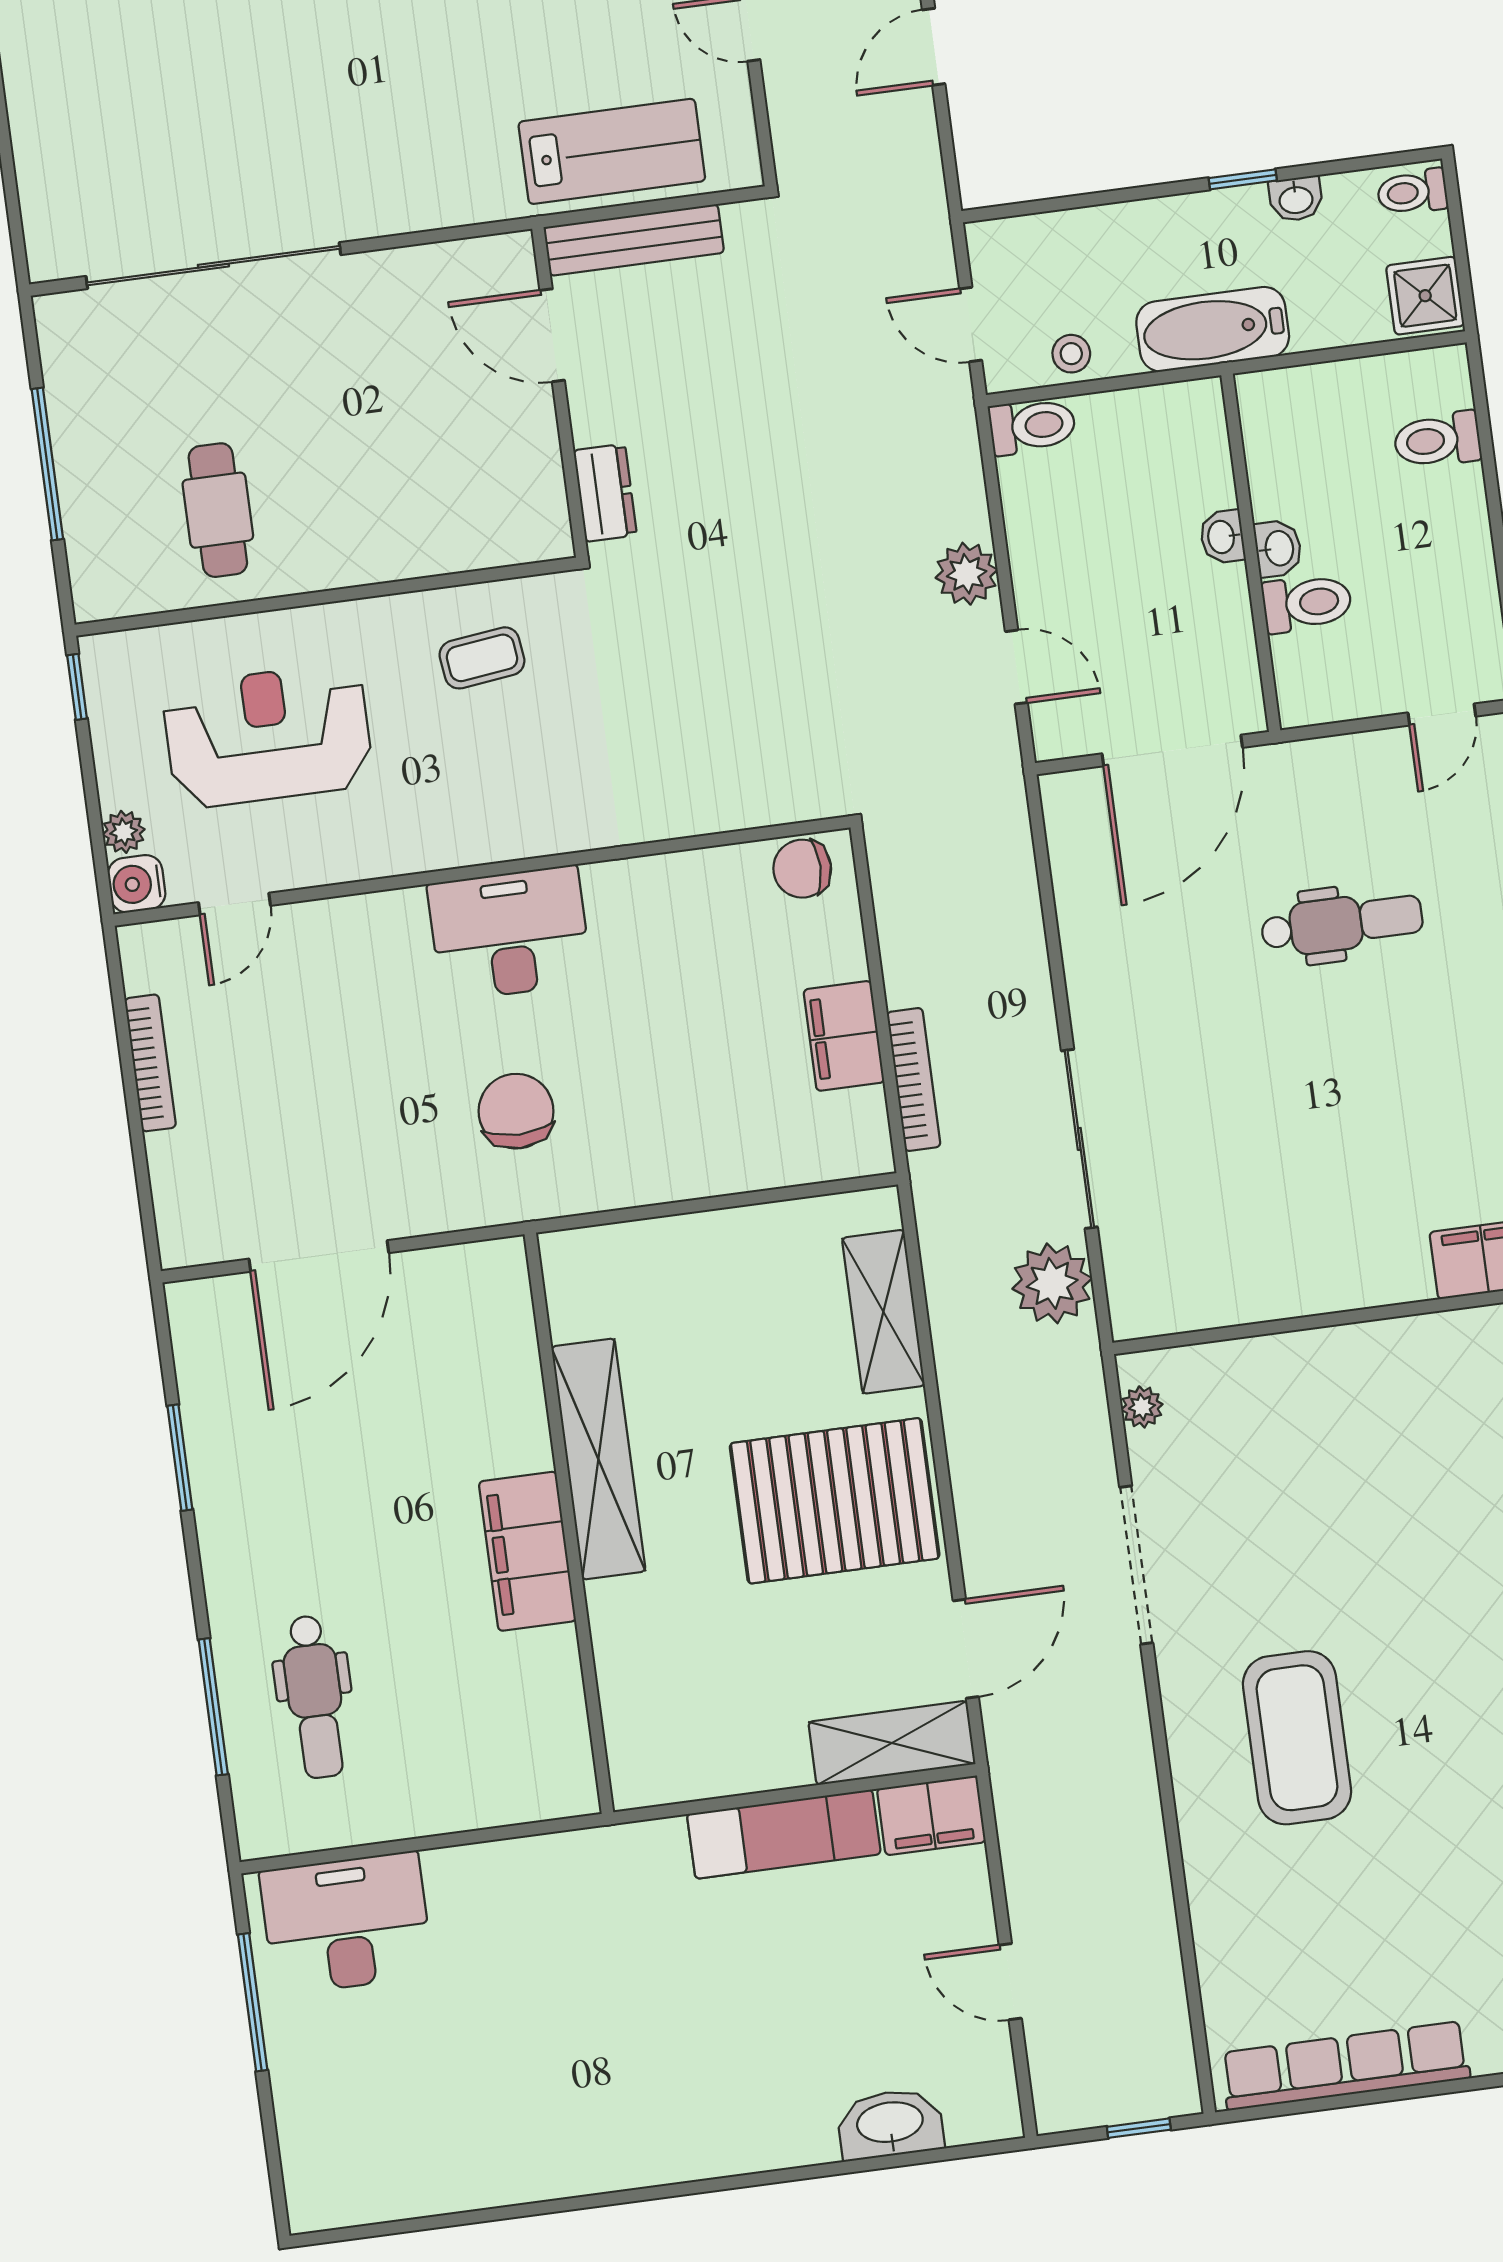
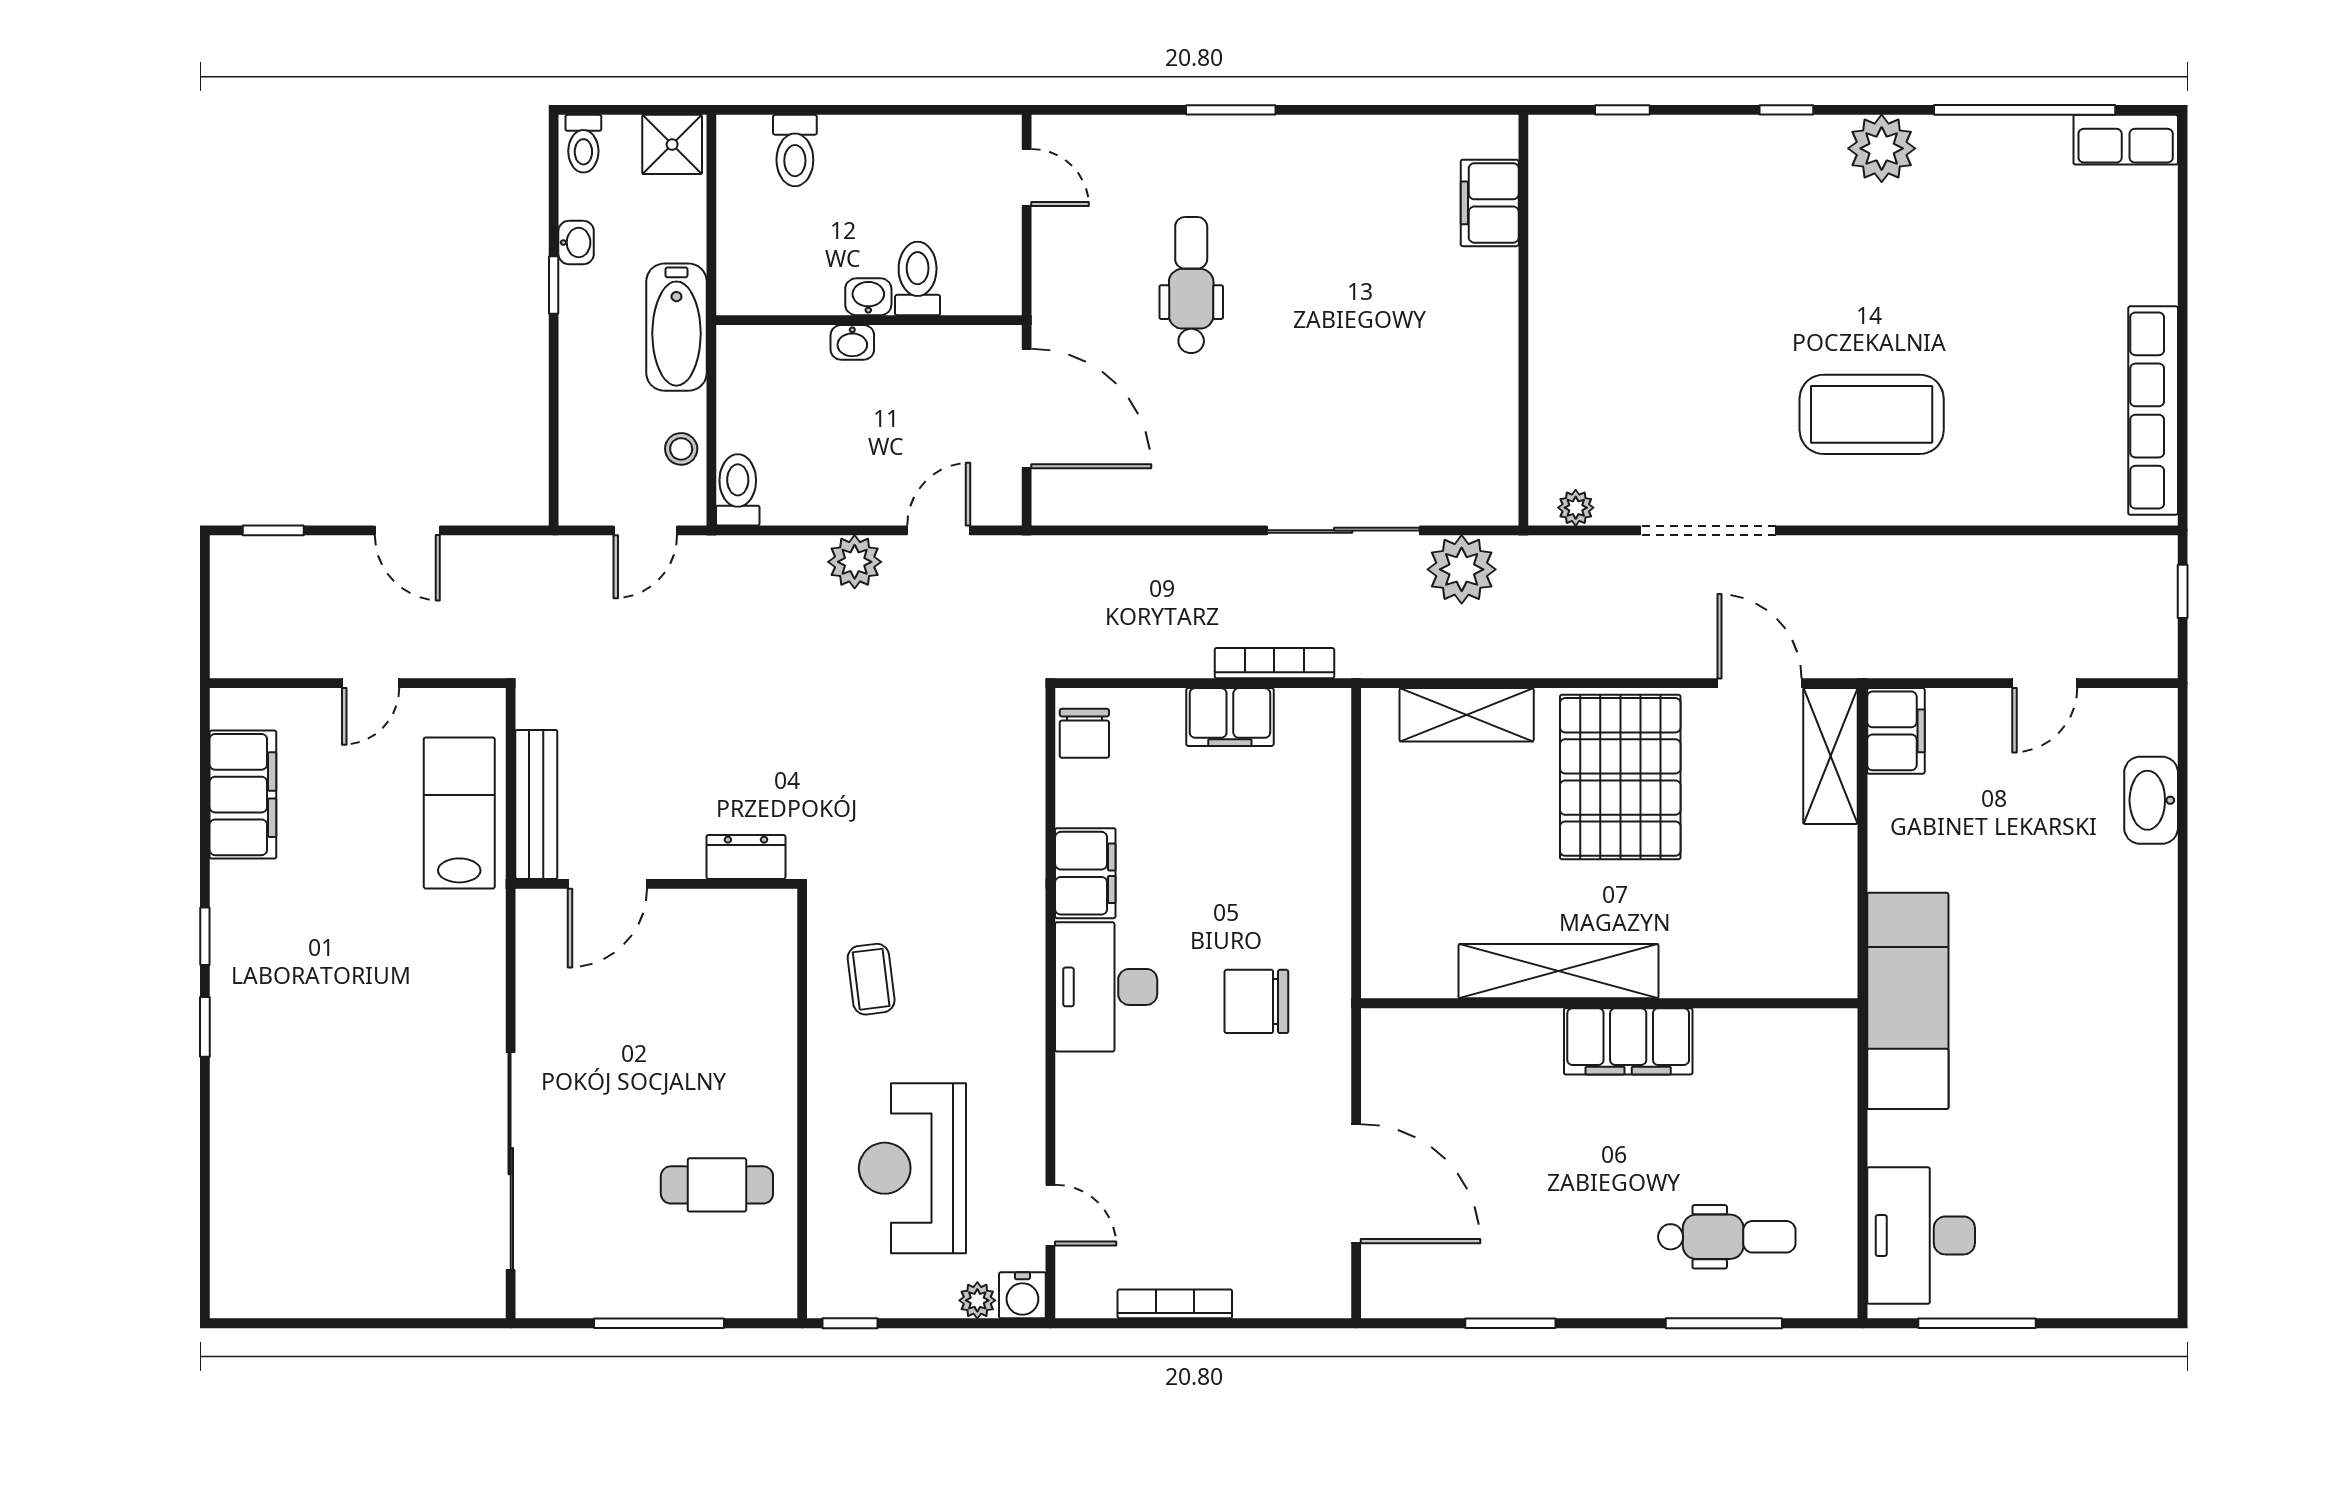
filing cabinet: (639, 891) -> (1085, 873), added
exam couch: (784, 1834) -> (1908, 1001), moved, width x1.36, depth x1.45

